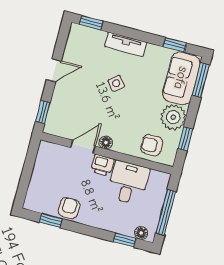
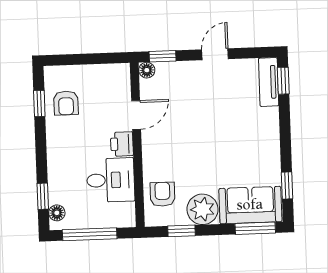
tv unit: (126, 44) -> (269, 82), moved
door: (54, 70) -> (215, 54), swing flipped
side table: (116, 83) -> (222, 131), removed
floor lamp: (106, 142) -> (147, 70), moved
door: (83, 147) -> (136, 115), hinge flipped
armchair: (69, 208) -> (66, 103), moved, turned 90

